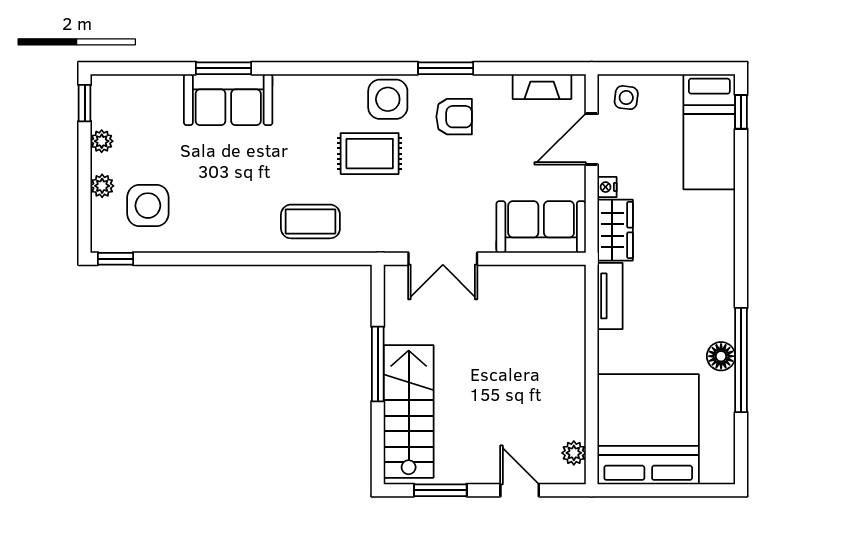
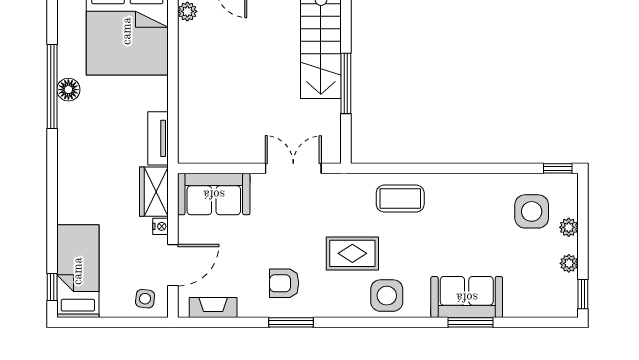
side table: (388, 99) -> (387, 296), moved

